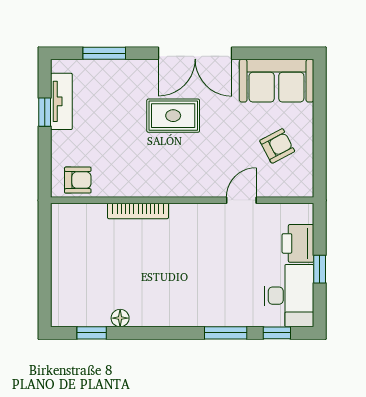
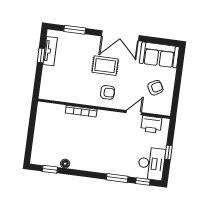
armchair: (78, 180) -> (108, 92), moved
printer: (298, 243) -> (151, 124), moved, turned -90

